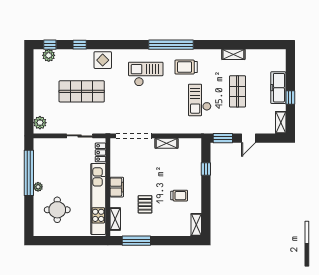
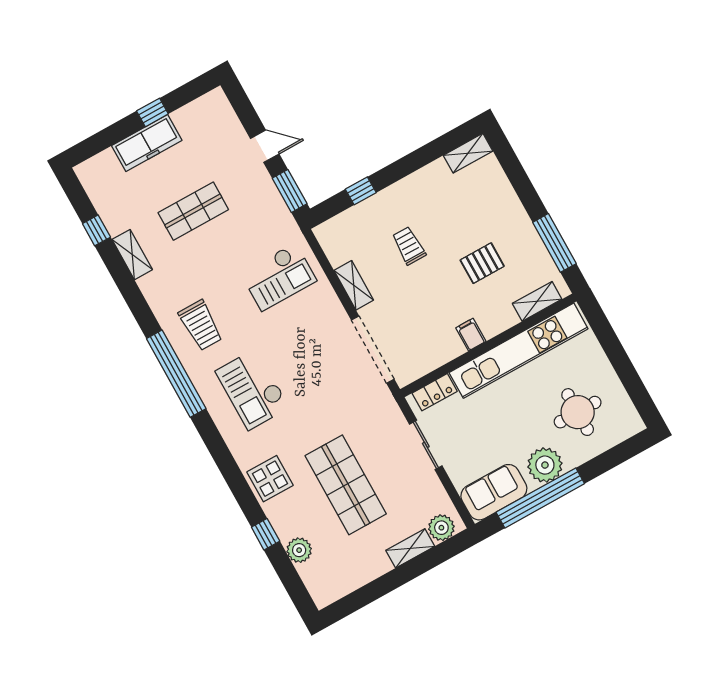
window: (50, 45) -> (96, 230), moved
plant: (49, 55) -> (299, 550), moved
checkout: (200, 100) -> (279, 277), moved
shelving: (281, 122) -> (410, 548), moved
sofa: (43, 154) -> (494, 492), added
plant: (38, 187) -> (545, 465), width x1.88, depth x1.88
filing cabinet: (117, 187) -> (471, 335), width x0.50
trolley: (179, 196) -> (409, 246), moved

